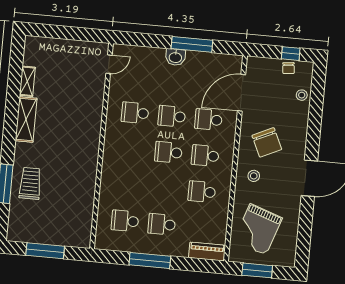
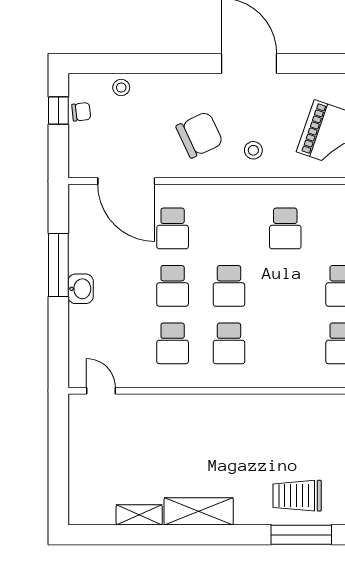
school desk: (205, 156) -> (229, 343), moved

